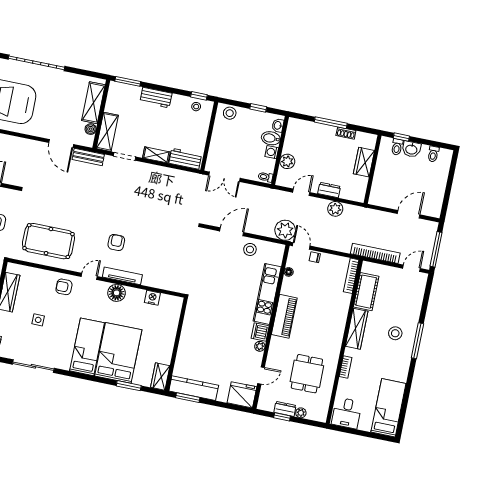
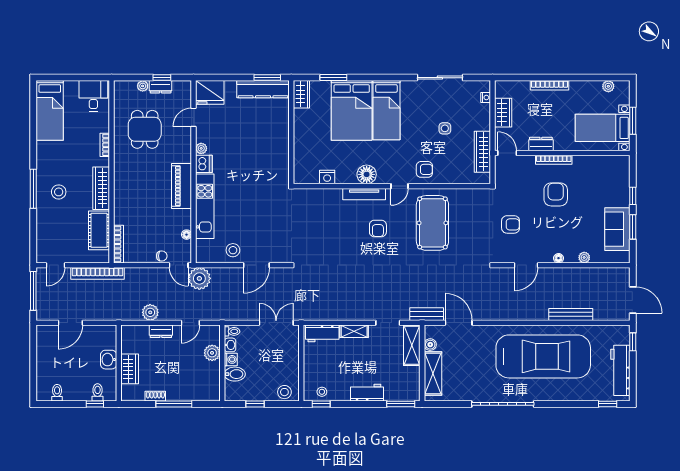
washbasin: (278, 125) -> (230, 345), moved
washbasin: (411, 149) -> (109, 360), moved, turned -90
pool table: (48, 241) -> (432, 223), moved, turned 90

